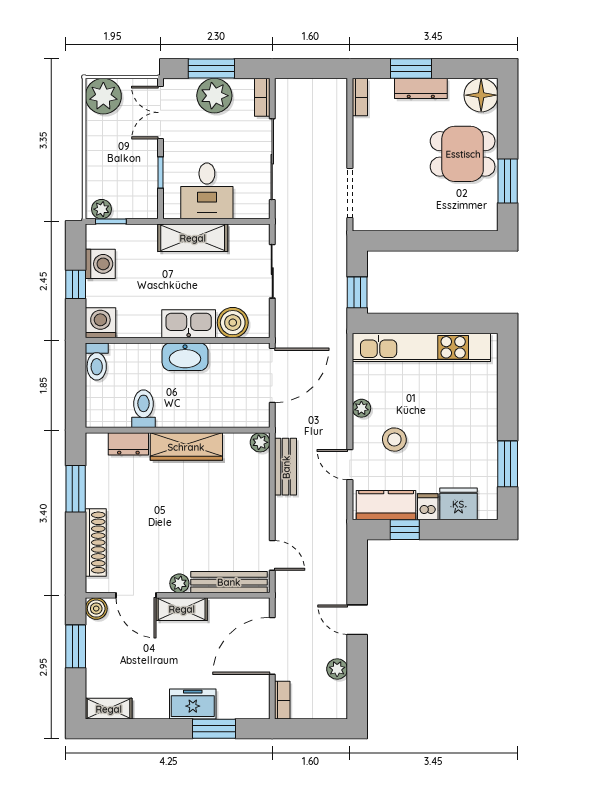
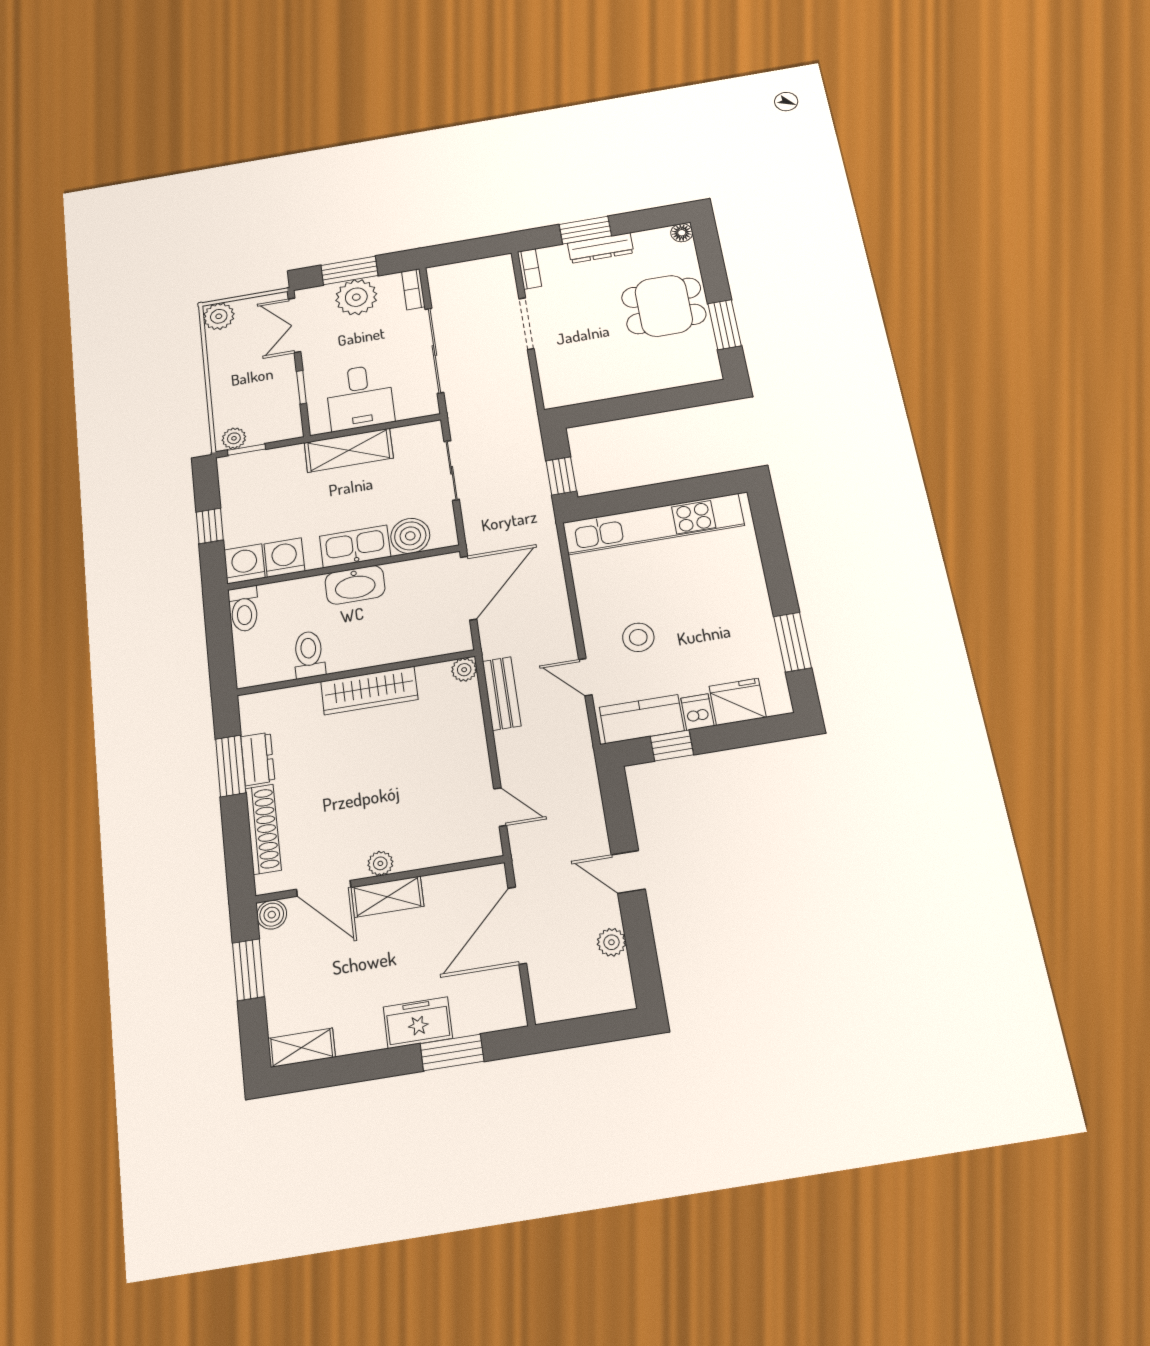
floor lamp: (481, 95) -> (682, 233), width x0.53, depth x0.53
plant: (103, 96) -> (219, 316), width x0.73, depth x0.73
doorway: (350, 193) -> (526, 324), moved
washing machine: (100, 264) -> (284, 557), moved, turned -90
plant: (361, 408) -> (589, 607), removed
dresser: (128, 444) -> (258, 759), moved, turned -90
bench: (229, 582) -> (447, 851), removed
bookcase: (282, 700) -> (542, 997), removed

